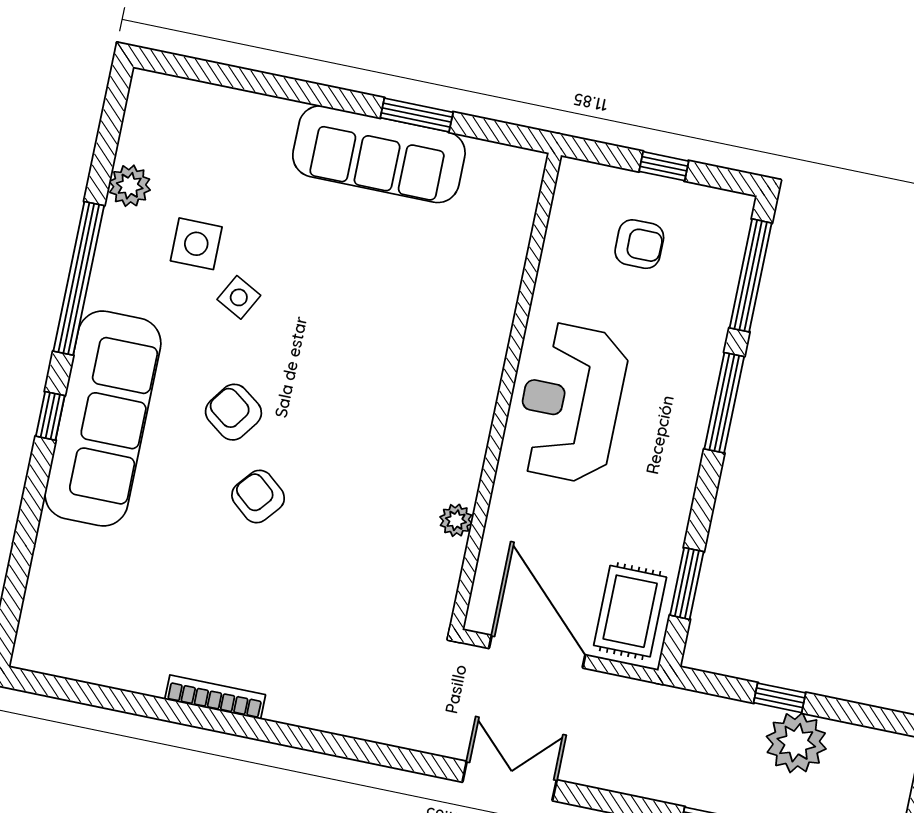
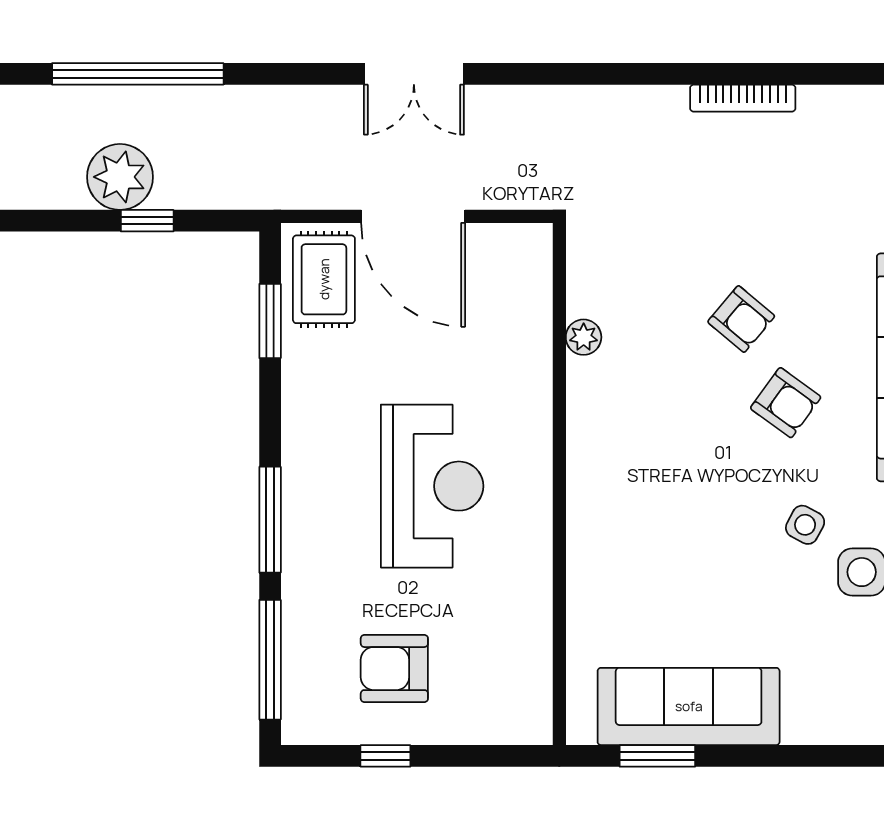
armchair: (639, 244) -> (394, 669), width x1.38, depth x1.38
wall: (506, 391) -> (559, 484), moved
plant: (456, 520) -> (584, 337), moved

